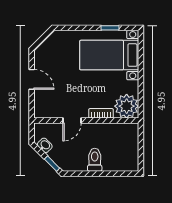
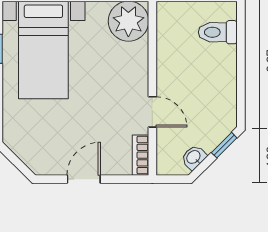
bookcase: (101, 113) -> (140, 155), moved
toilet: (95, 160) -> (218, 32), moved

